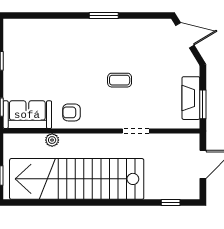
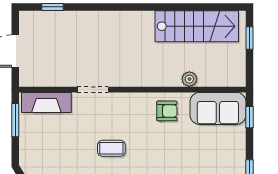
fireplace: (191, 98) -> (46, 102), moved, turned 90
stairs: (77, 179) -> (197, 26), width x0.54, depth x0.66

